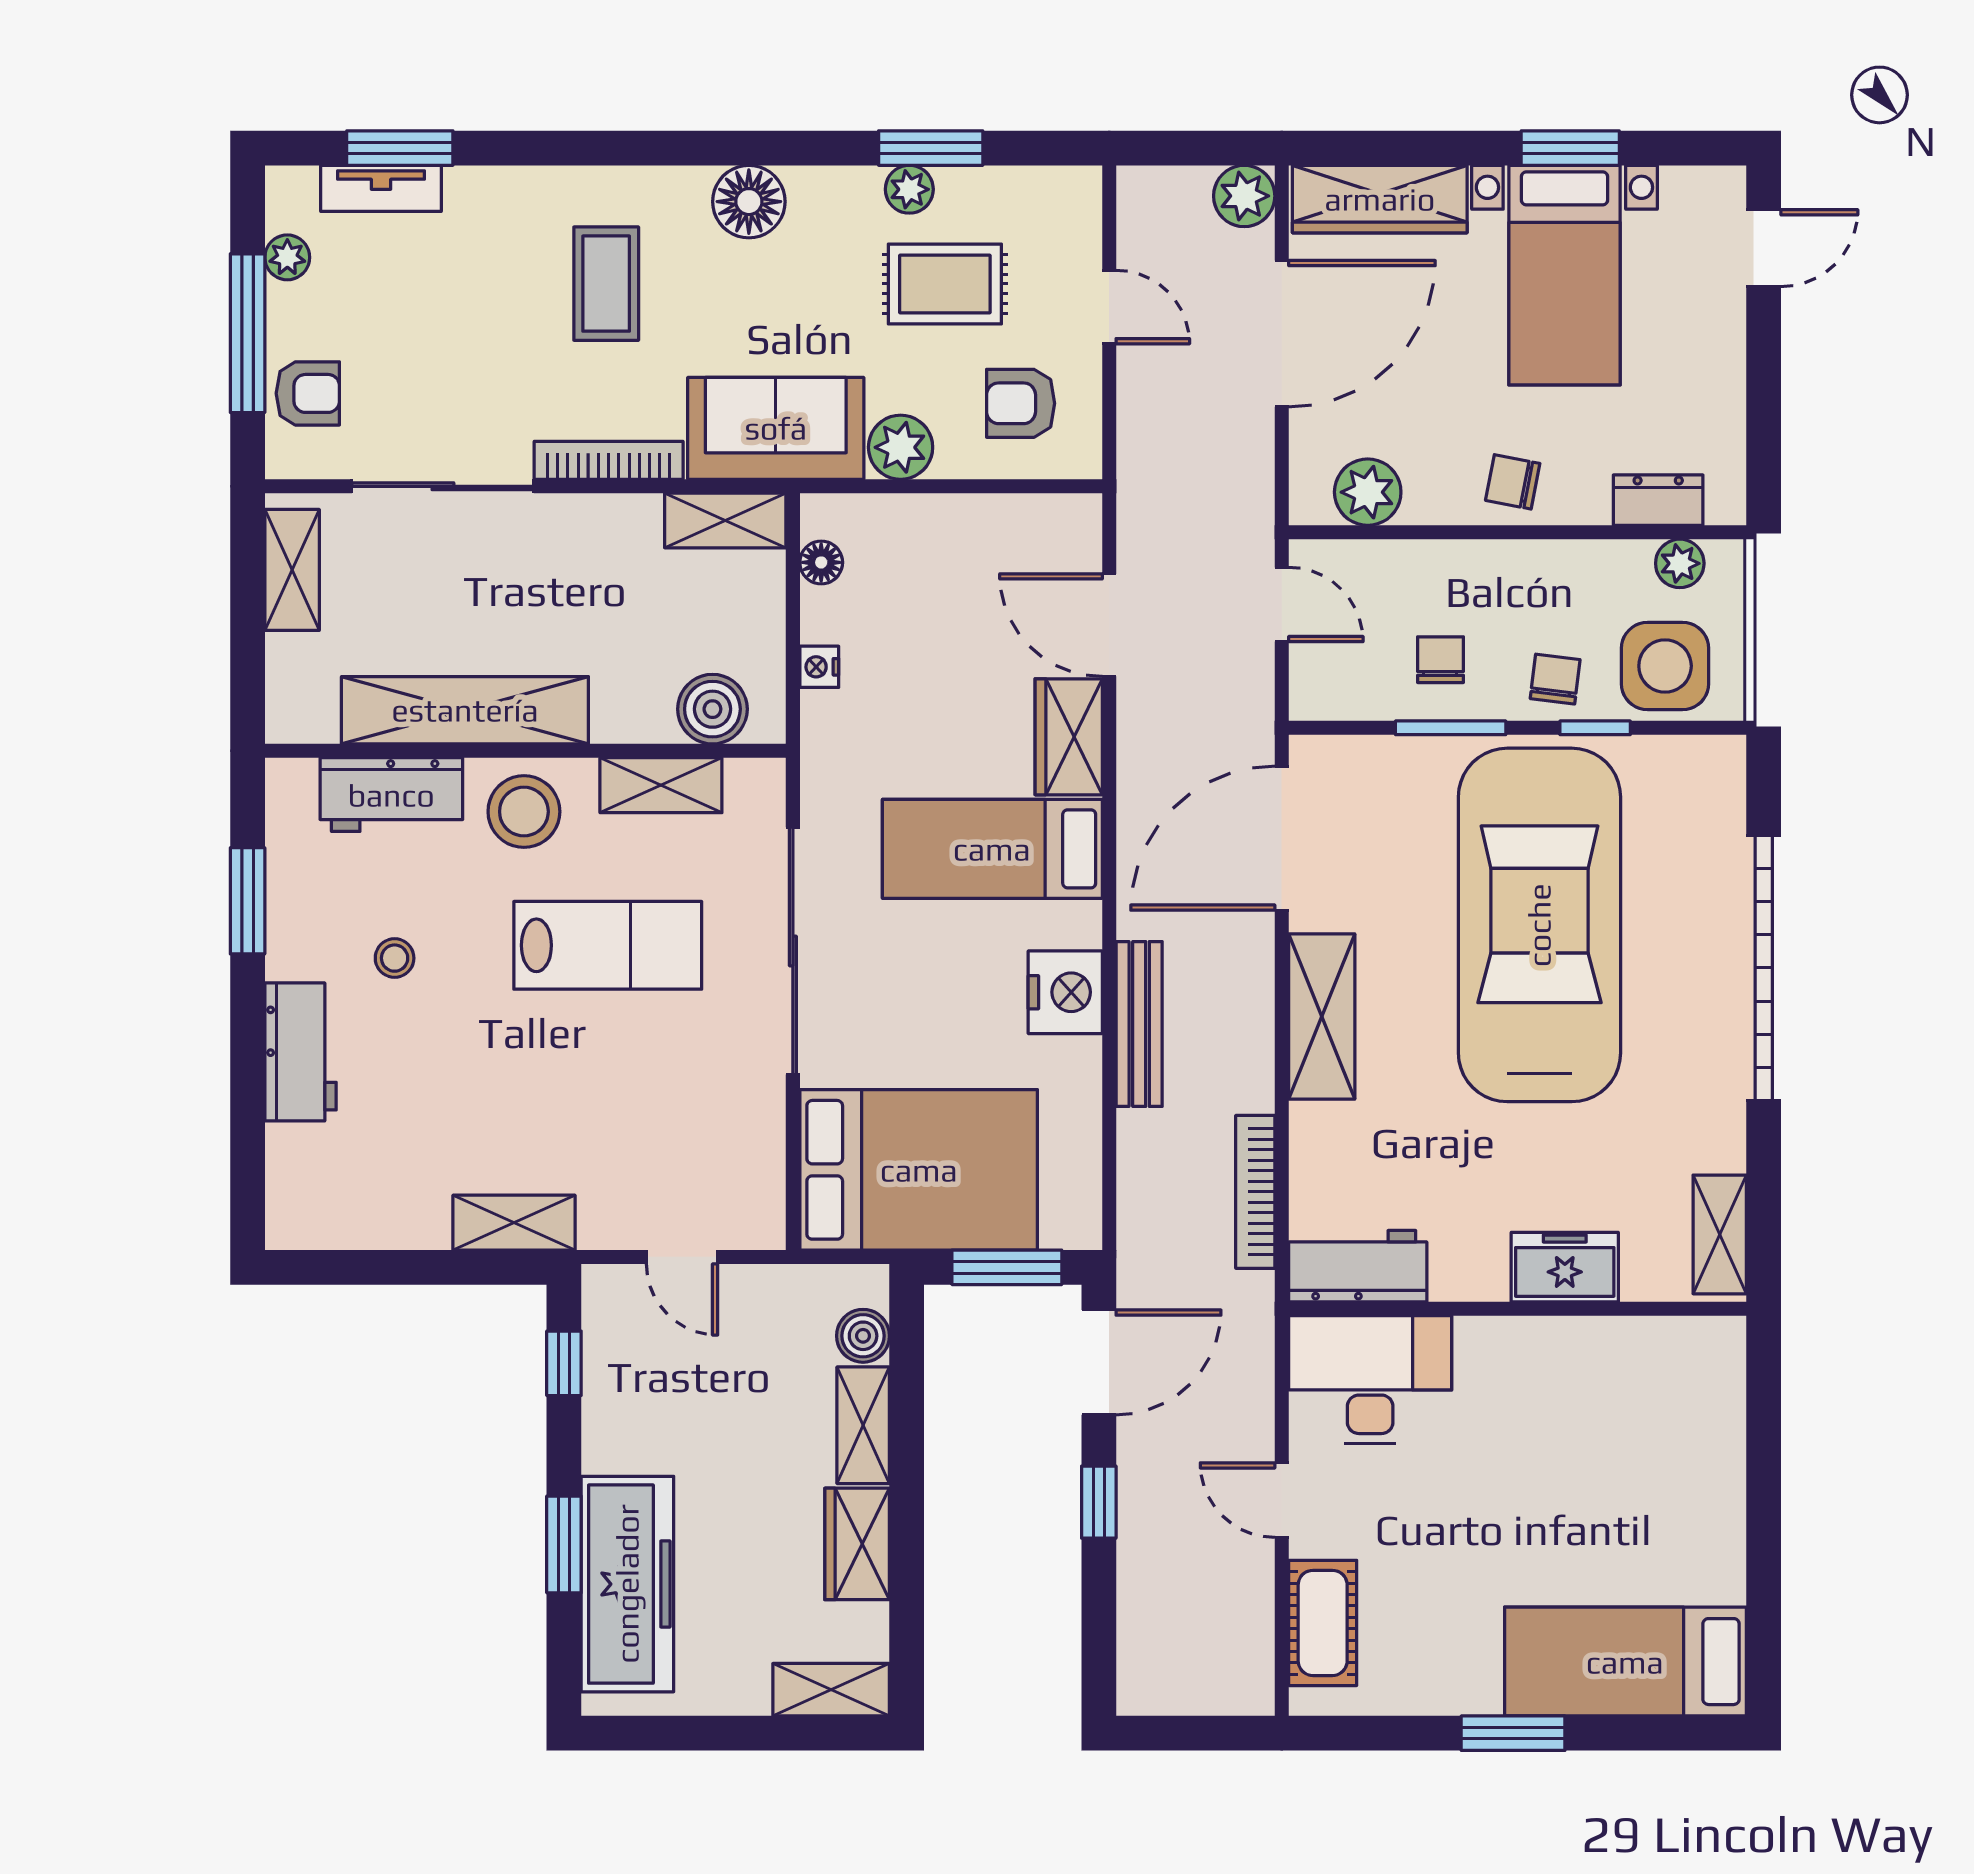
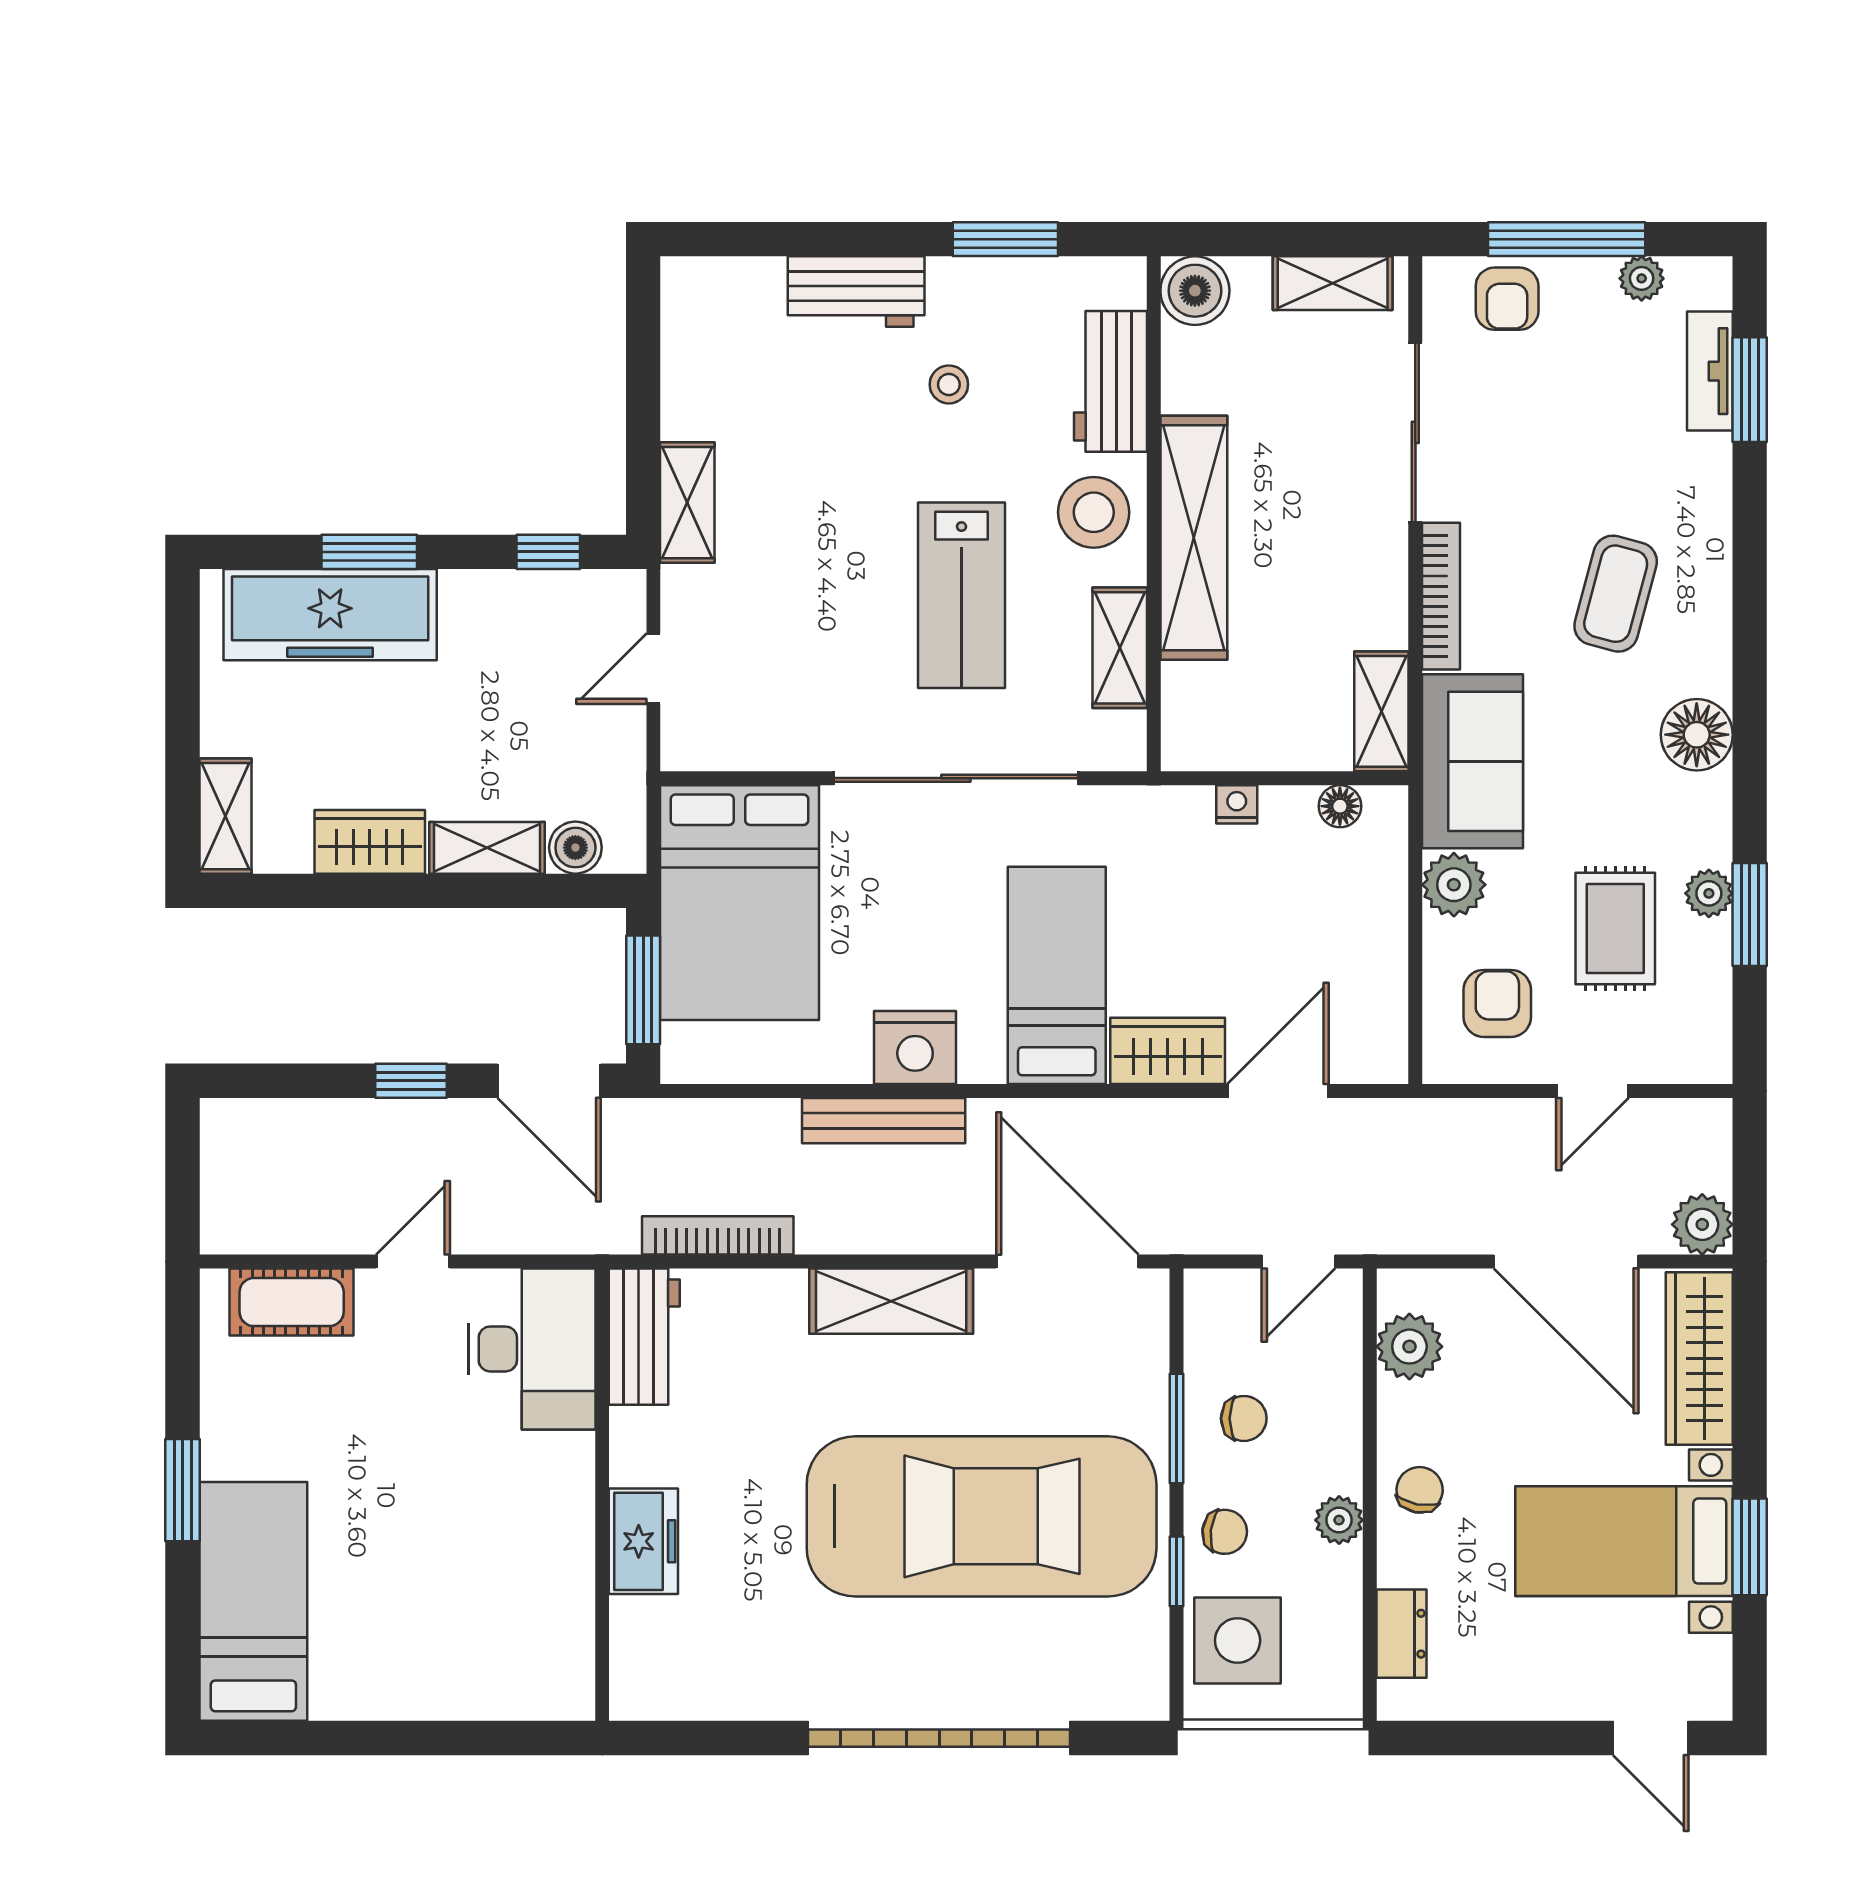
coffee table: (606, 284) -> (1616, 594), turned -75
plant: (1680, 563) -> (1339, 1520), moved
boiler: (712, 709) -> (1195, 291), moved
shelving: (465, 710) -> (1194, 538), moved
shelving: (1720, 1234) -> (676, 1695), removed

